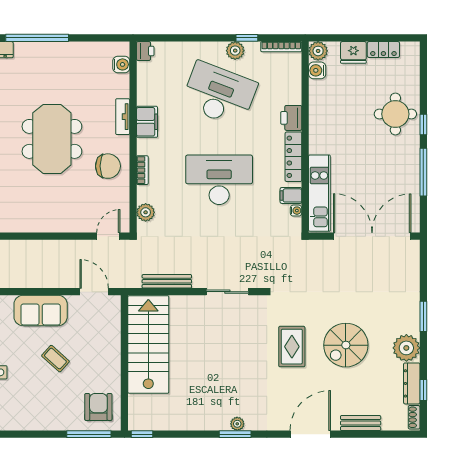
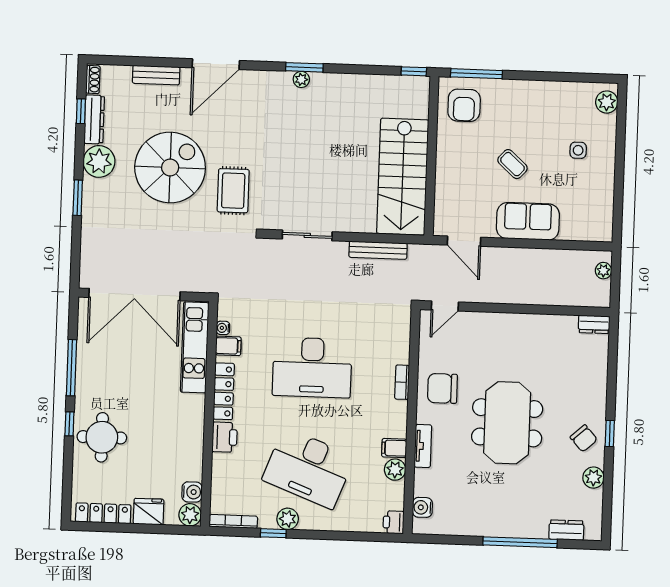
locker: (383, 50) -> (103, 513), width x1.53
filing cabinet: (147, 122) -> (394, 448), width x0.50
plant: (146, 212) -> (395, 470), moved
spiral stairs: (346, 345) -> (170, 167), width x1.37, depth x1.37
rug: (292, 347) -> (233, 191), moved

